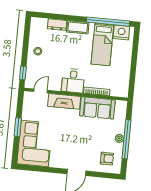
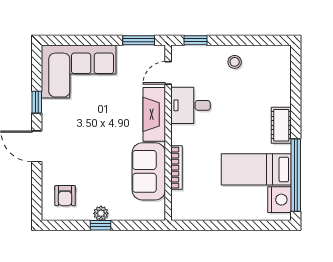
dresser: (57, 25) -> (282, 90), removed
desk: (73, 81) -> (190, 105), moved
door: (41, 91) -> (168, 73), swing flipped
window: (18, 127) -> (139, 40), moved
window: (126, 139) -> (101, 225), width x0.32
window: (50, 170) -> (37, 102), added

